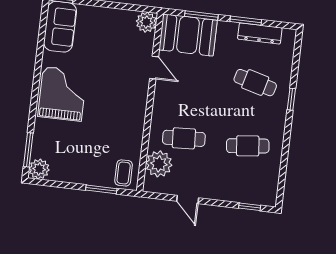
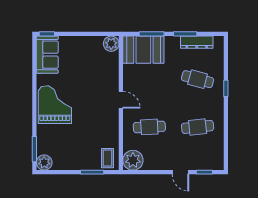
door: (154, 68) -> (121, 100), moved
plant: (159, 164) -> (133, 160), moved
door: (188, 200) -> (180, 172), moved

